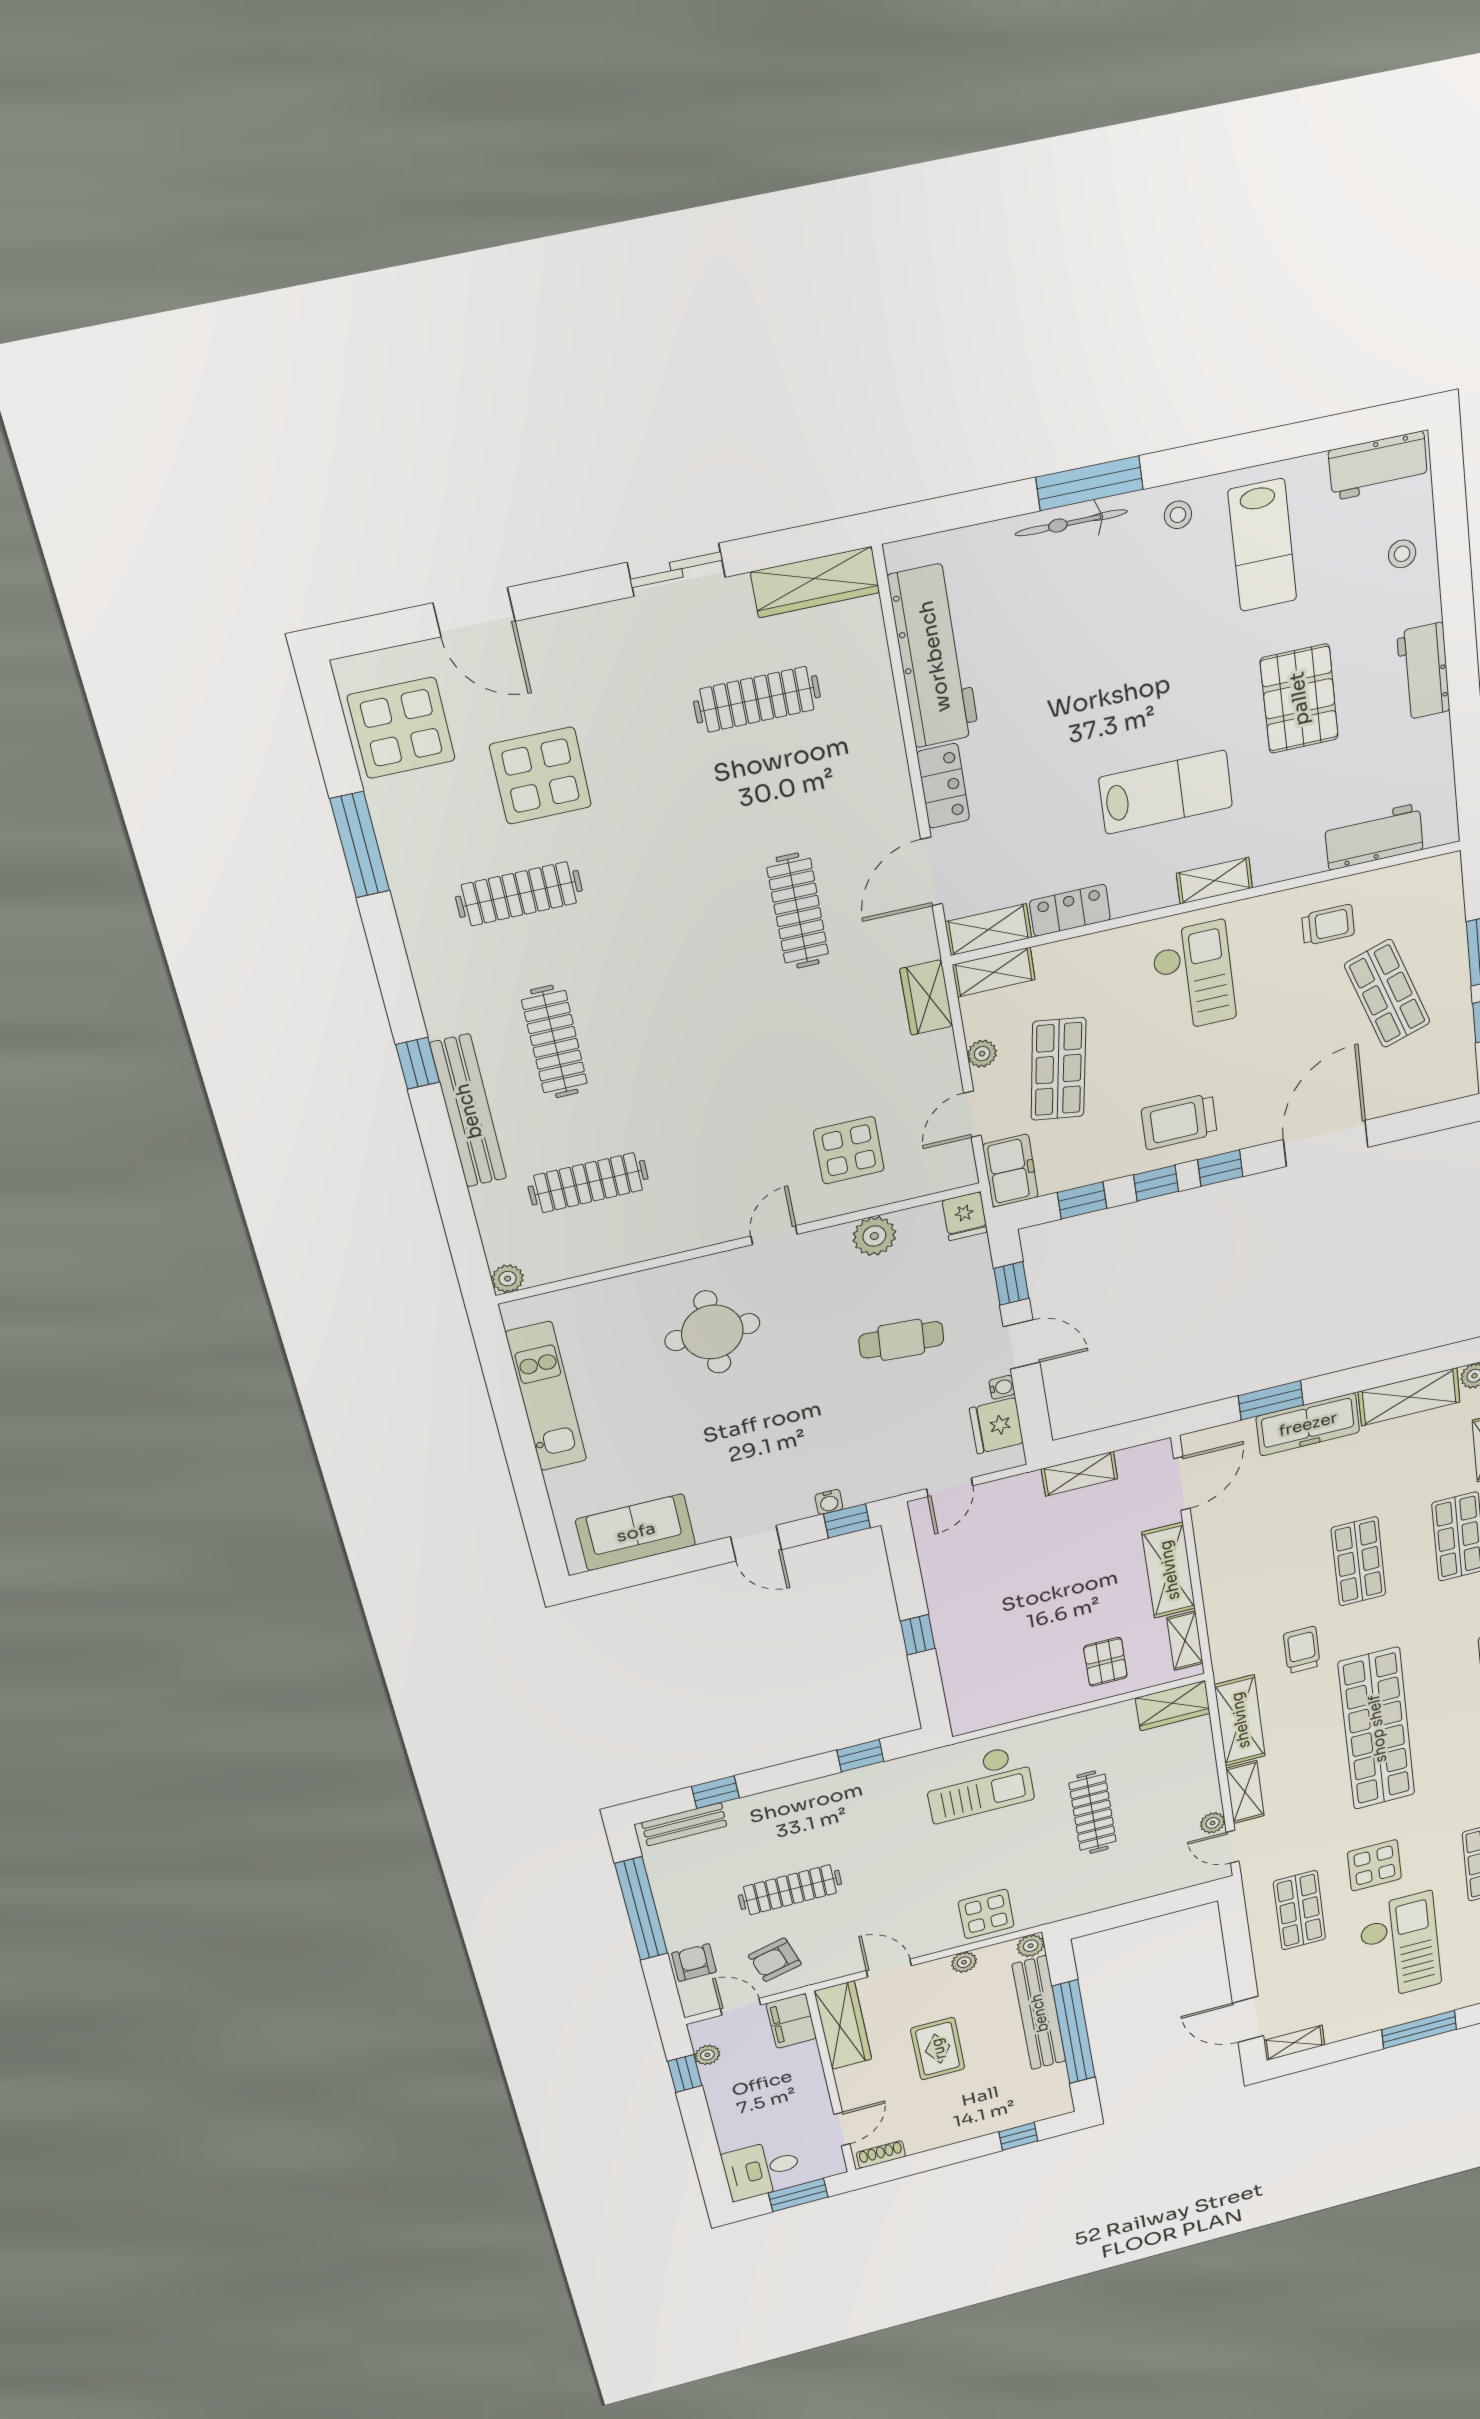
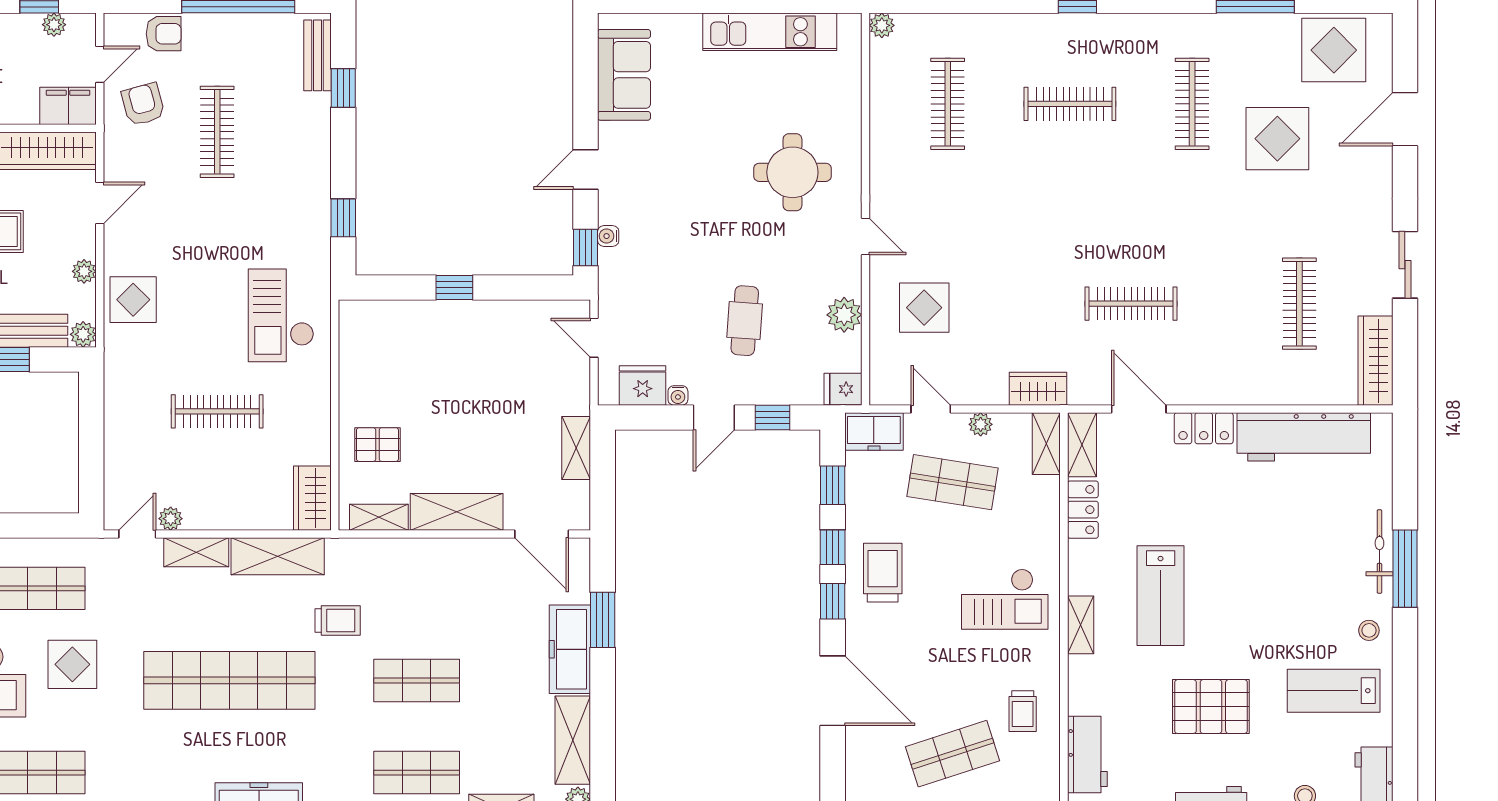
bench: (468, 1111) -> (1030, 28), removed

